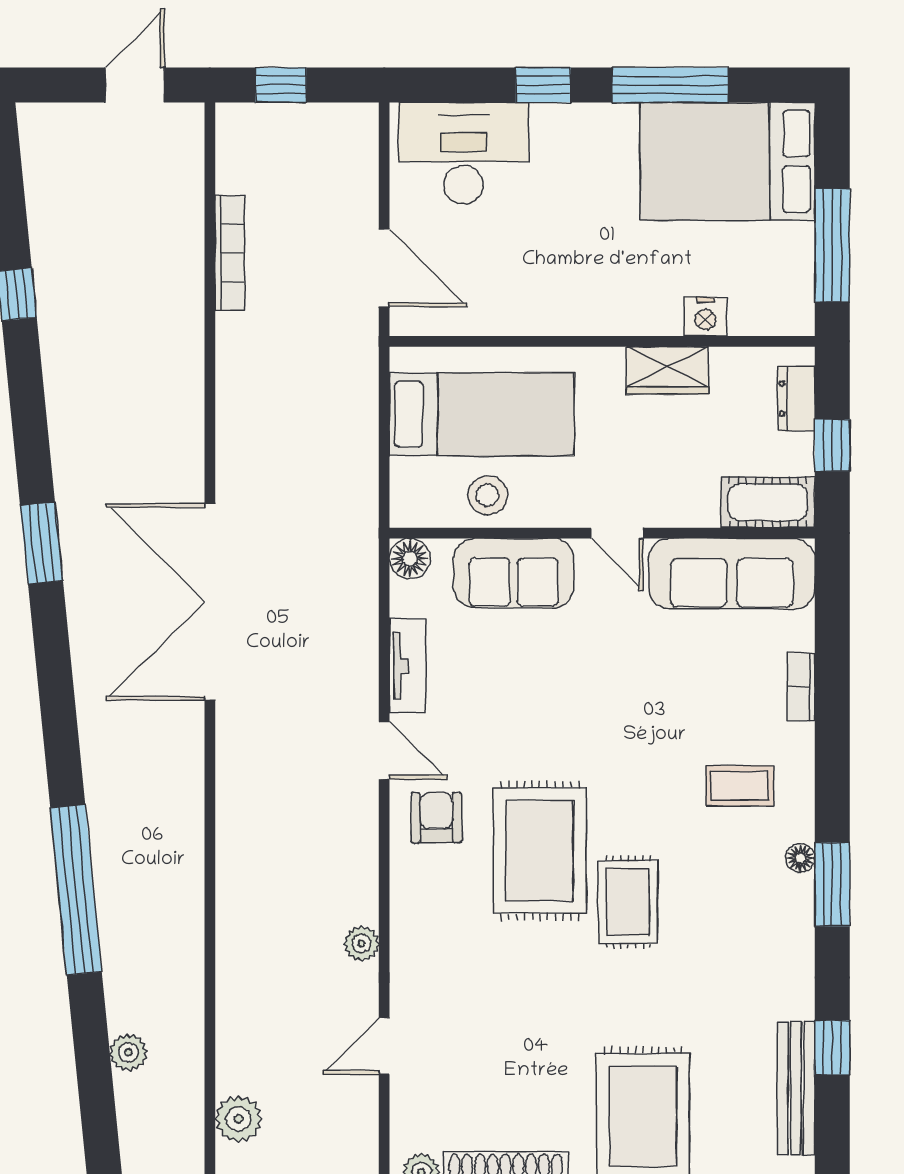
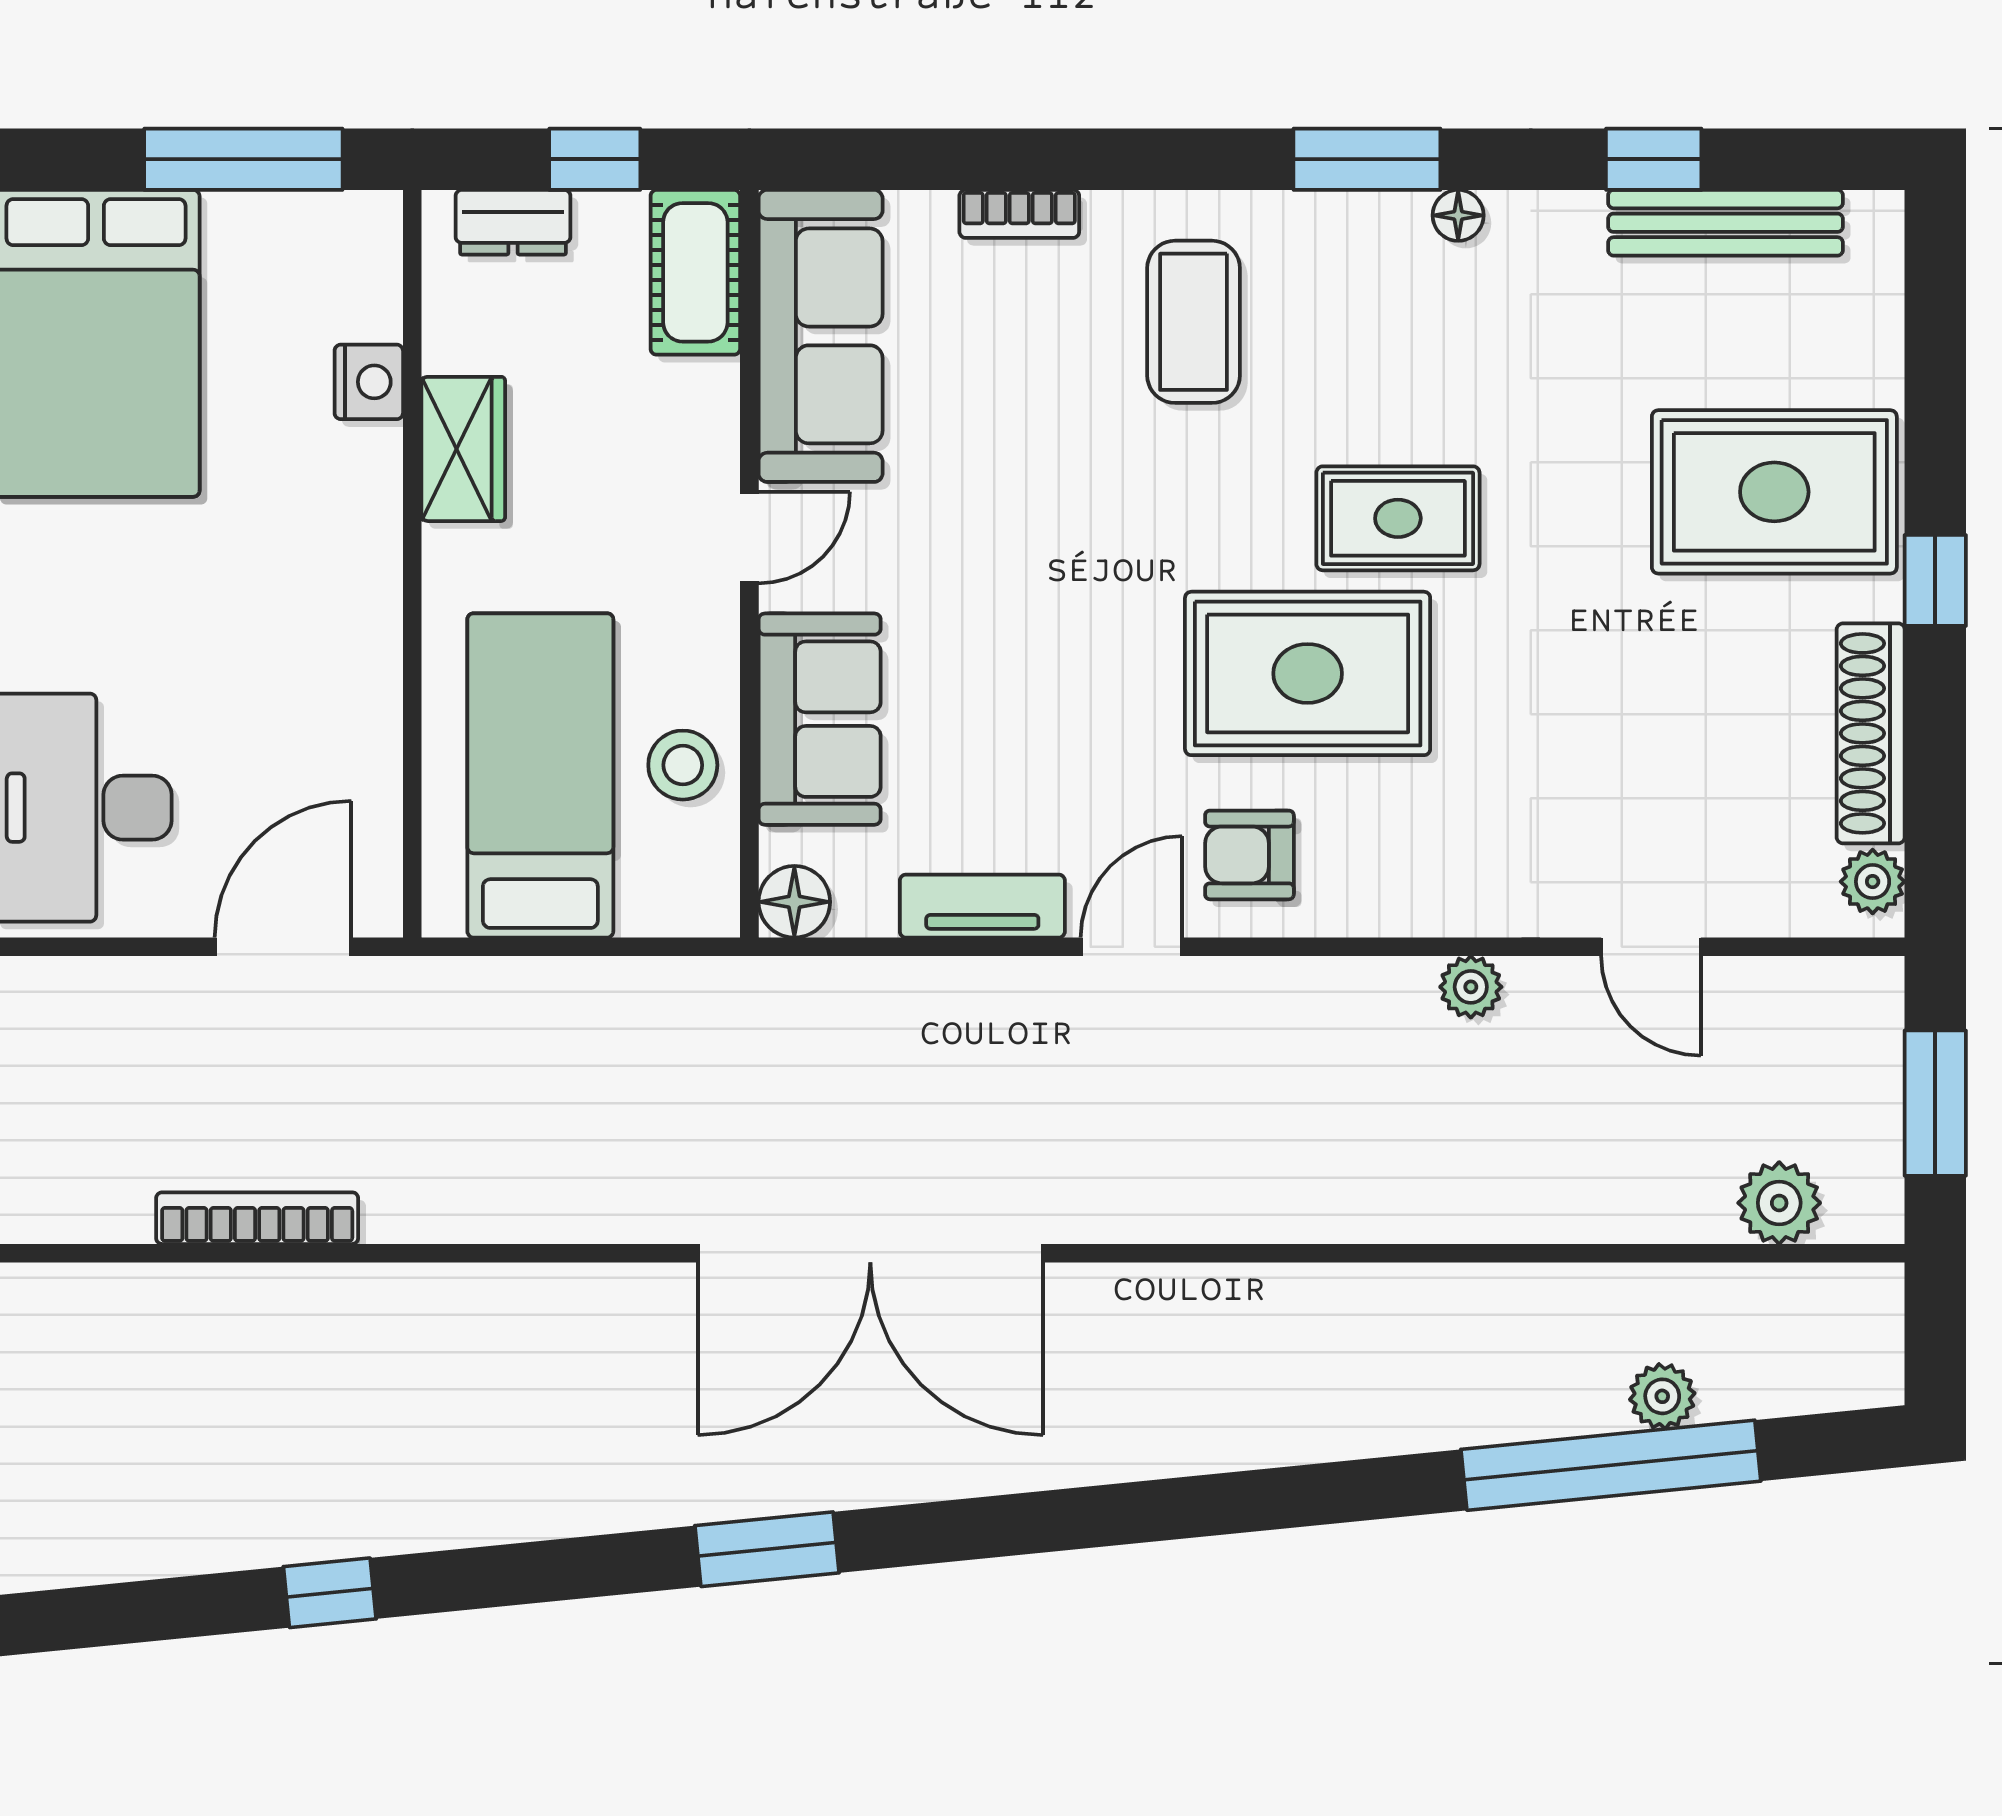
coffee table: (740, 786) -> (1194, 322), width x1.36, depth x1.30
floor lamp: (800, 858) -> (1458, 215), moved
window: (76, 890) -> (1611, 1465), moved

